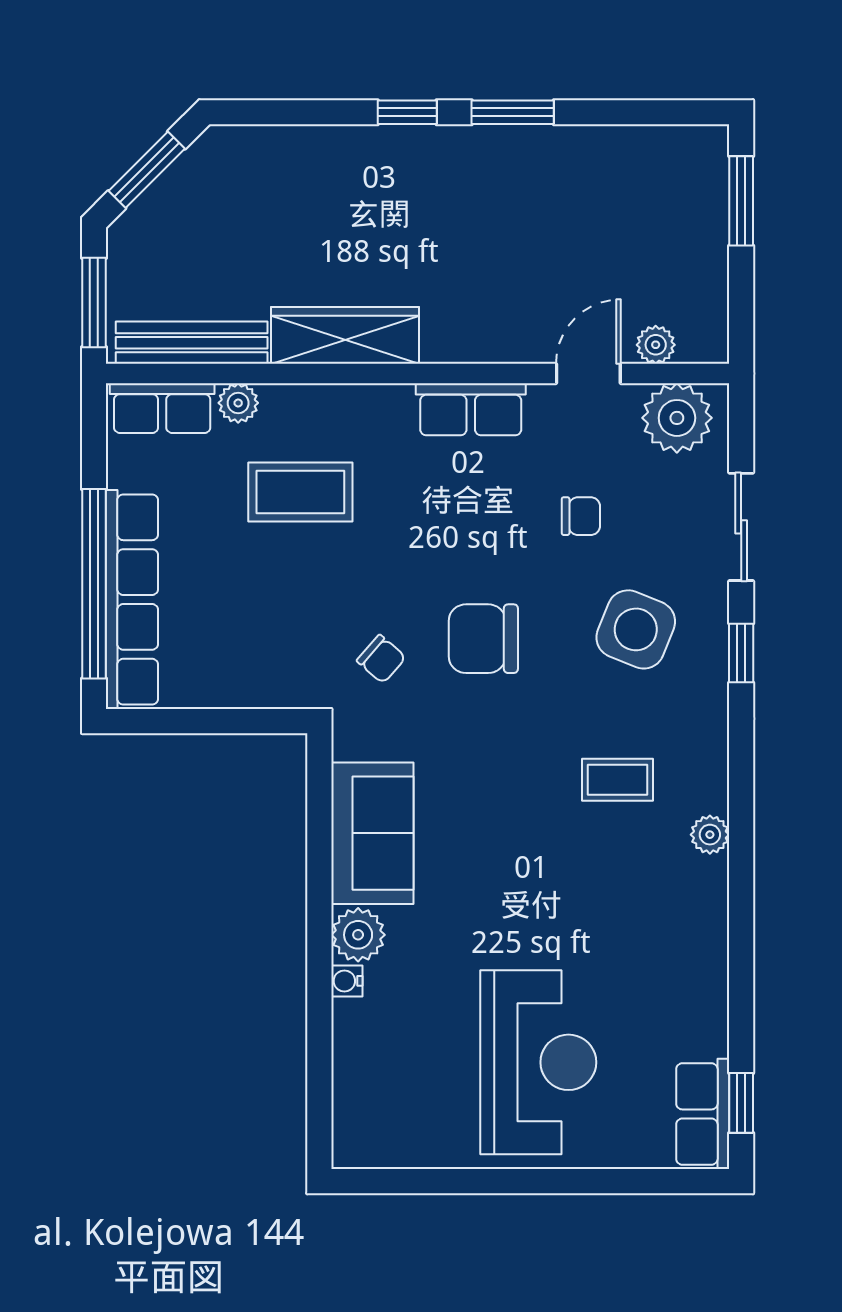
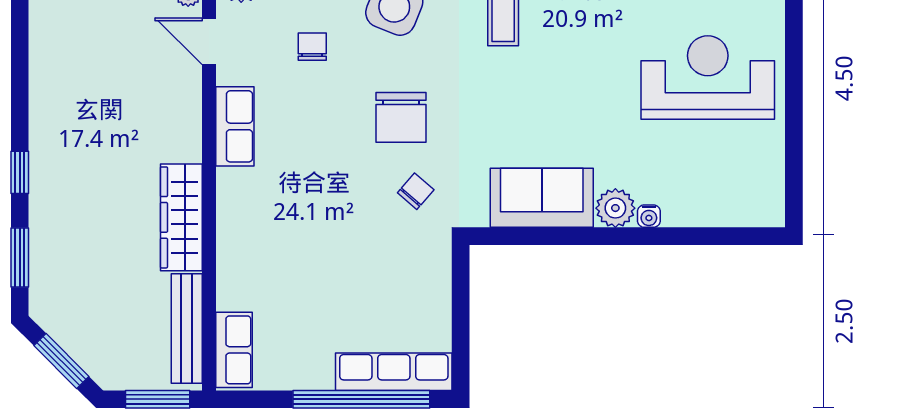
window: (513, 112) -> (20, 257), moved
plant: (238, 403) -> (230, 295), removed
coffee table: (300, 492) -> (295, 250), removed
row of seats: (132, 599) -> (394, 372), width x0.73

